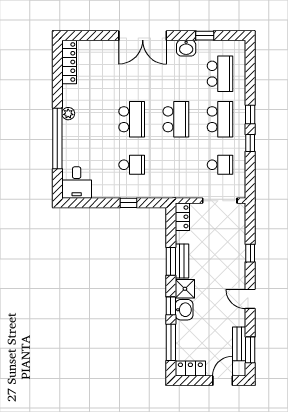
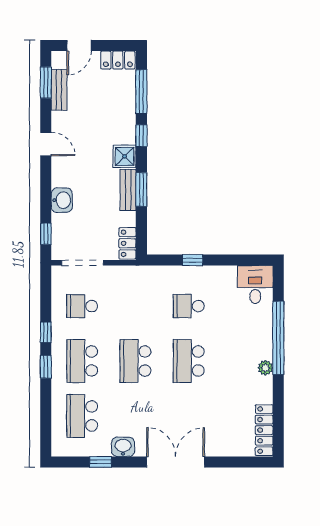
window: (250, 253) -> (46, 234), moved
washbasin: (184, 310) -> (62, 200), moved, turned 180

